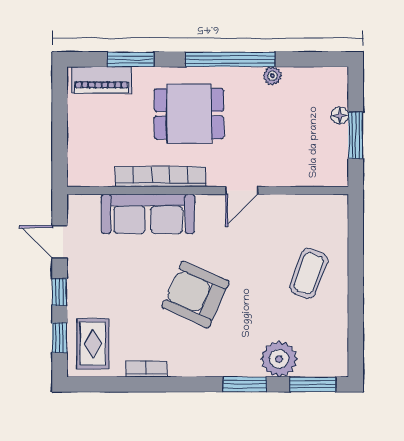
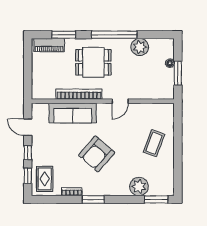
plant: (272, 76) -> (140, 47), width x1.88, depth x1.88
armchair: (195, 294) -> (97, 154), turned -73
window: (245, 384) -> (93, 199), moved

